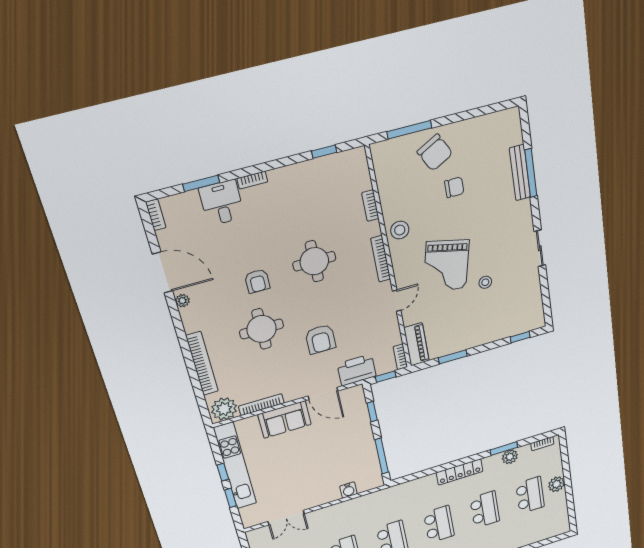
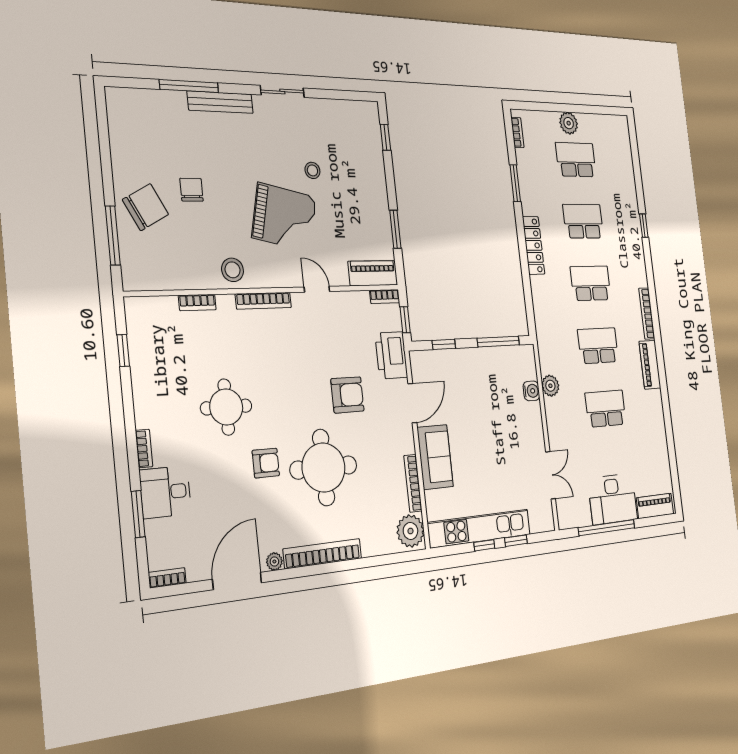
bench: (520, 173) -> (220, 102), moved
round table: (314, 261) -> (226, 407), moved
round table: (262, 329) -> (324, 467), width x1.36, depth x1.36
bookcase: (202, 364) -> (323, 554), moved
plant: (510, 457) -> (550, 386), moved

